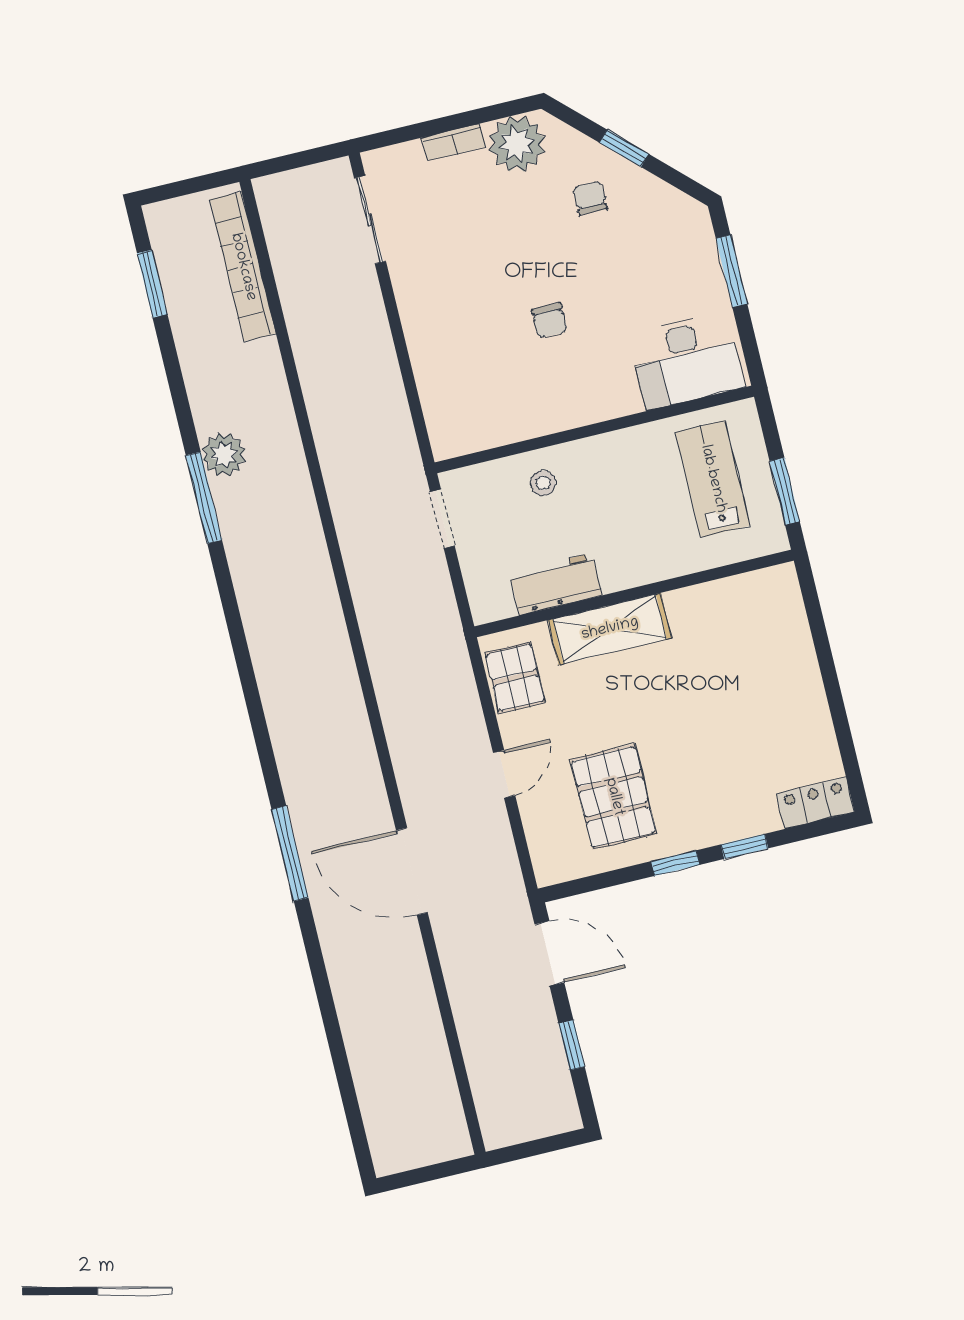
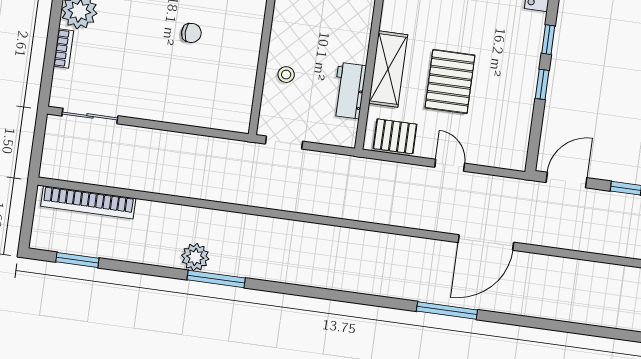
pallet: (614, 797) -> (450, 81), moved, turned 90

